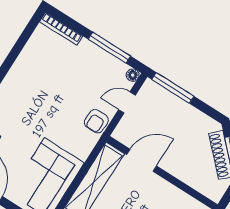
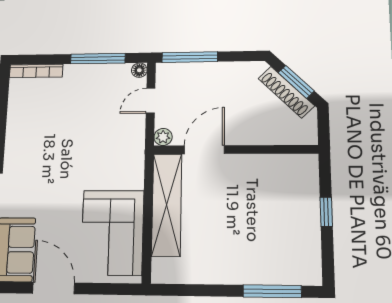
armchair: (96, 121) -> (130, 139), removed
plant: (120, 134) -> (163, 137), added

